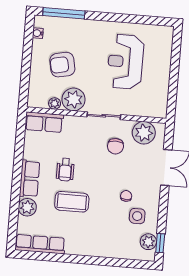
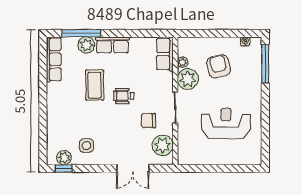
wheelchair: (65, 170) -> (124, 96), moved
chair: (126, 196) -> (104, 134), removed
window: (14, 212) -> (81, 33), added

